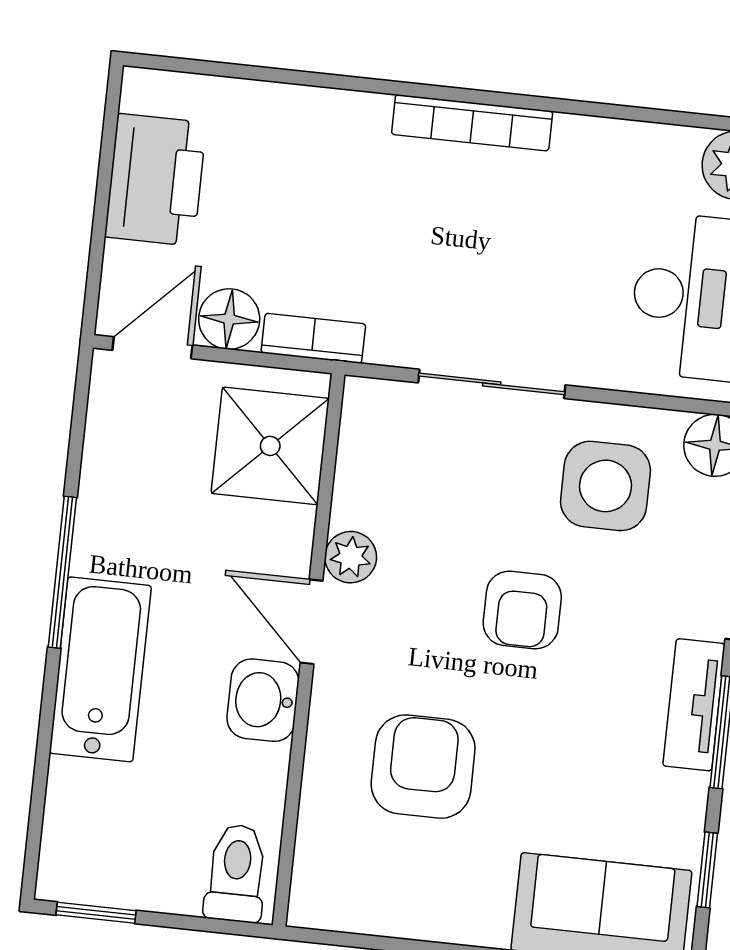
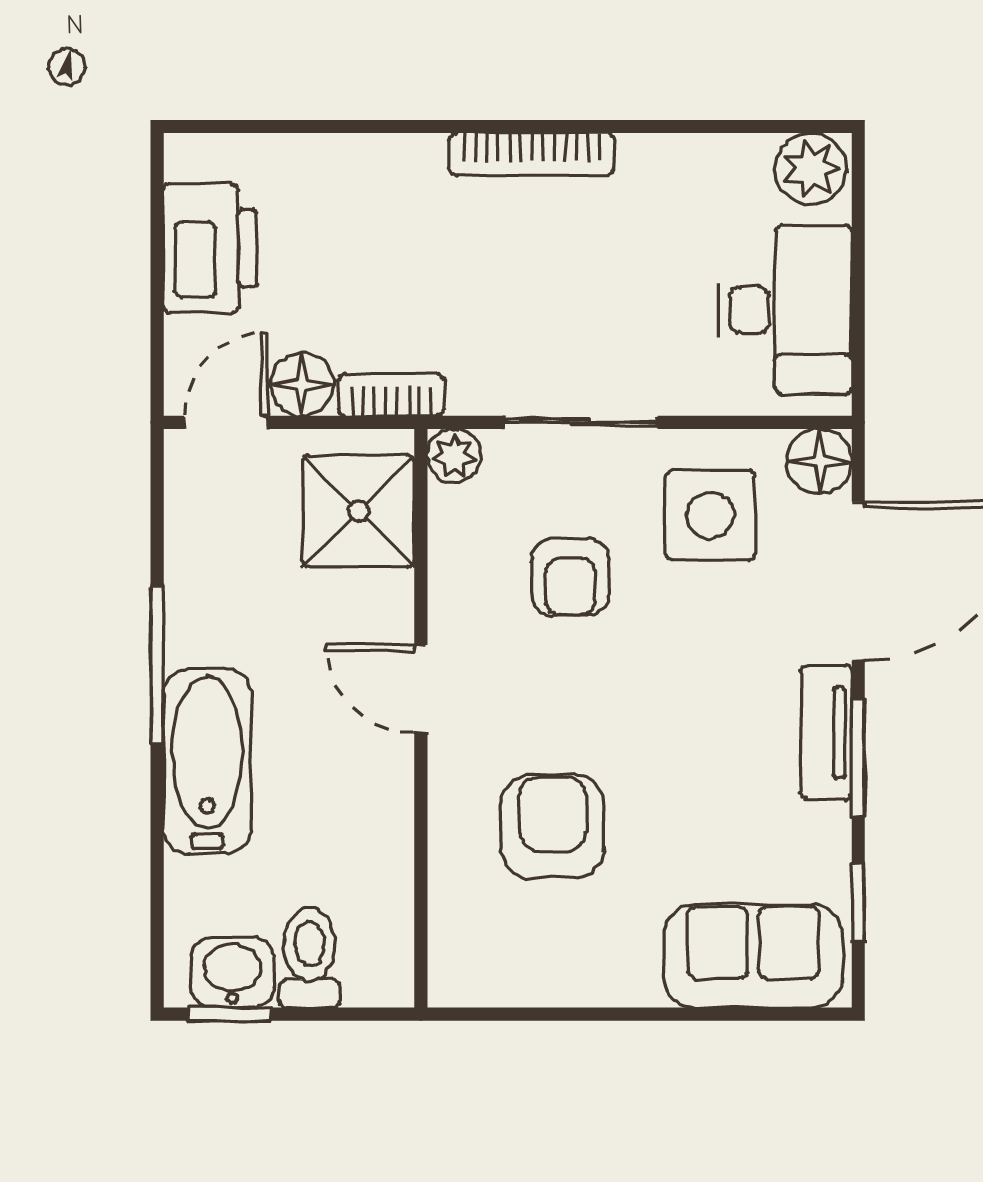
plant: (351, 557) -> (454, 456), moved
armchair: (522, 610) -> (570, 577), moved
washbasin: (263, 700) -> (232, 972), moved, turned 90
toilet: (236, 873) -> (310, 958), moved

